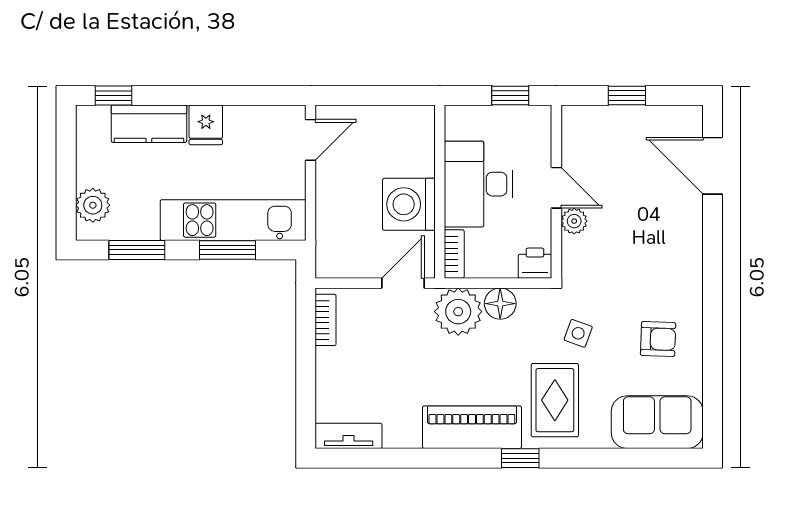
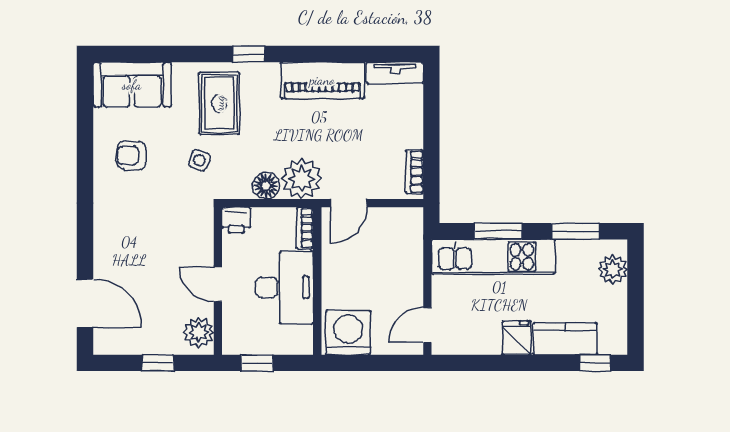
washing machine: (409, 204) -> (348, 332), moved, turned -90
plant: (574, 221) -> (199, 332), moved, width x1.38, depth x1.38
piano: (472, 427) -> (322, 80), moved

